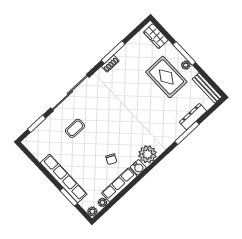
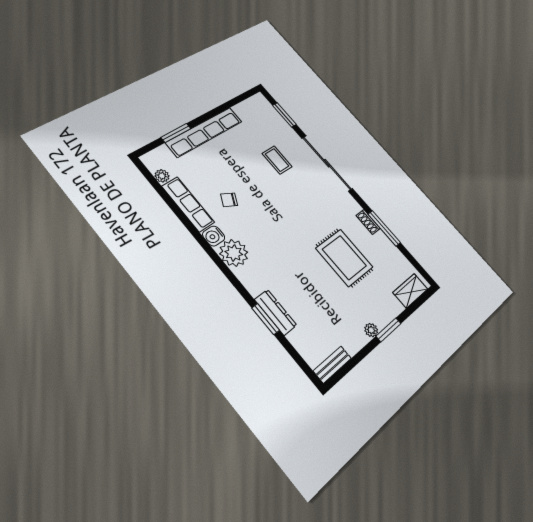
window: (184, 53) -> (388, 330), width x0.69
rug: (166, 77) -> (344, 258), moved, turned 90
bench: (207, 88) -> (332, 365), width x0.73
dresser: (193, 117) -> (276, 312), moved
window: (187, 133) -> (266, 319), width x0.69
plant: (92, 211) -> (149, 160), removed

